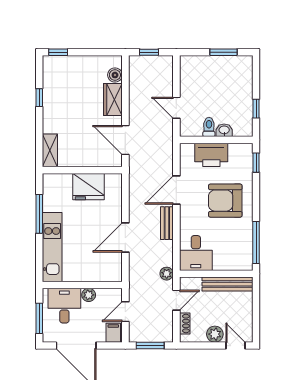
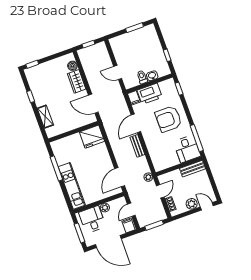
shelving: (50, 150) -> (45, 117), moved
filing cabinet: (187, 152) -> (134, 98), added
fridge: (89, 187) -> (92, 137), moved
door: (125, 237) -> (120, 177), moved
desk: (196, 253) -> (187, 149), moved
bench: (227, 284) -> (193, 169), width x0.73

